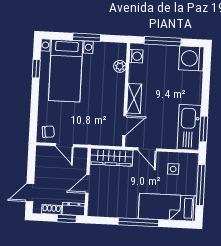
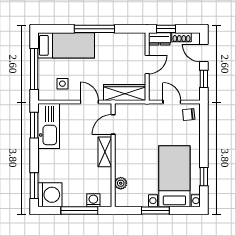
washing machine: (136, 56) -> (93, 200), moved, turned 90
window: (207, 68) -> (34, 186), added
window: (31, 167) -> (204, 79), added
door: (30, 193) -> (204, 53), swing flipped

